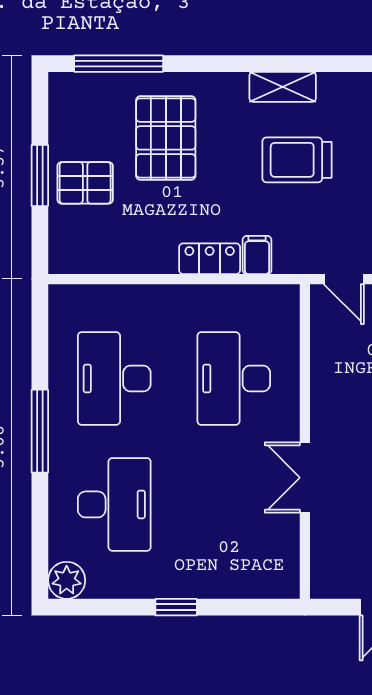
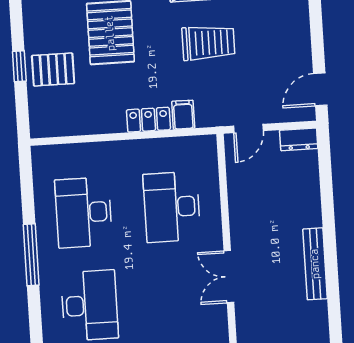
trolley: (297, 160) -> (208, 43), turned 180
window: (40, 176) -> (19, 66), width x0.67
door: (344, 279) -> (248, 128), hinge flipped

